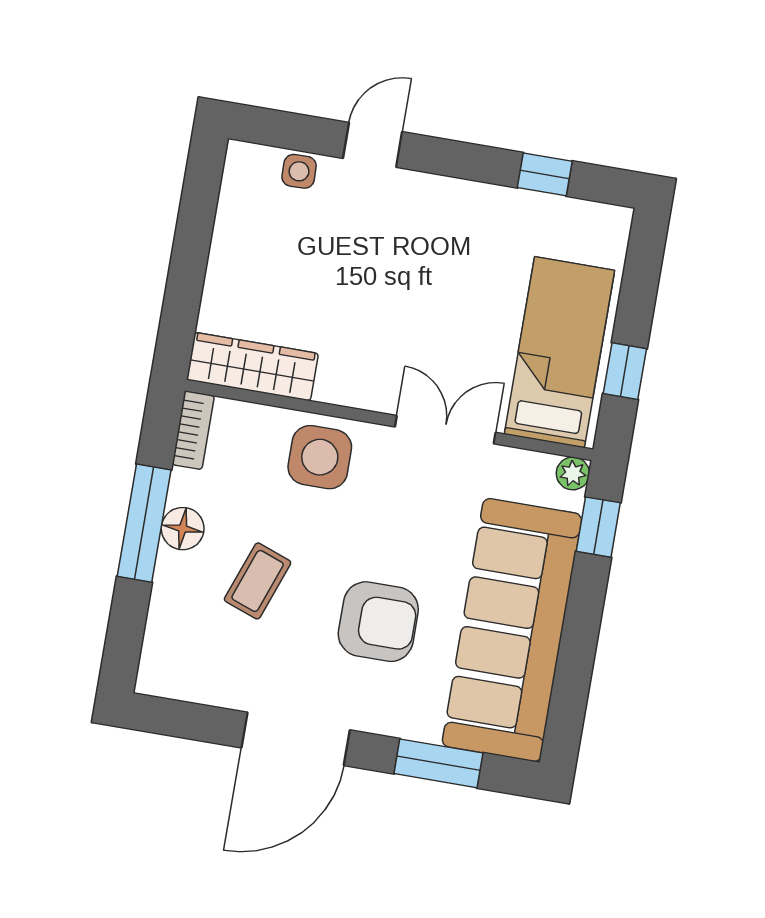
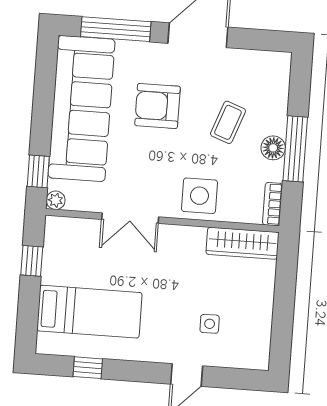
side table: (299, 171) -> (210, 324), moved
bed: (559, 352) -> (89, 312), moved, turned -90
window: (438, 763) -> (116, 29), width x1.44

